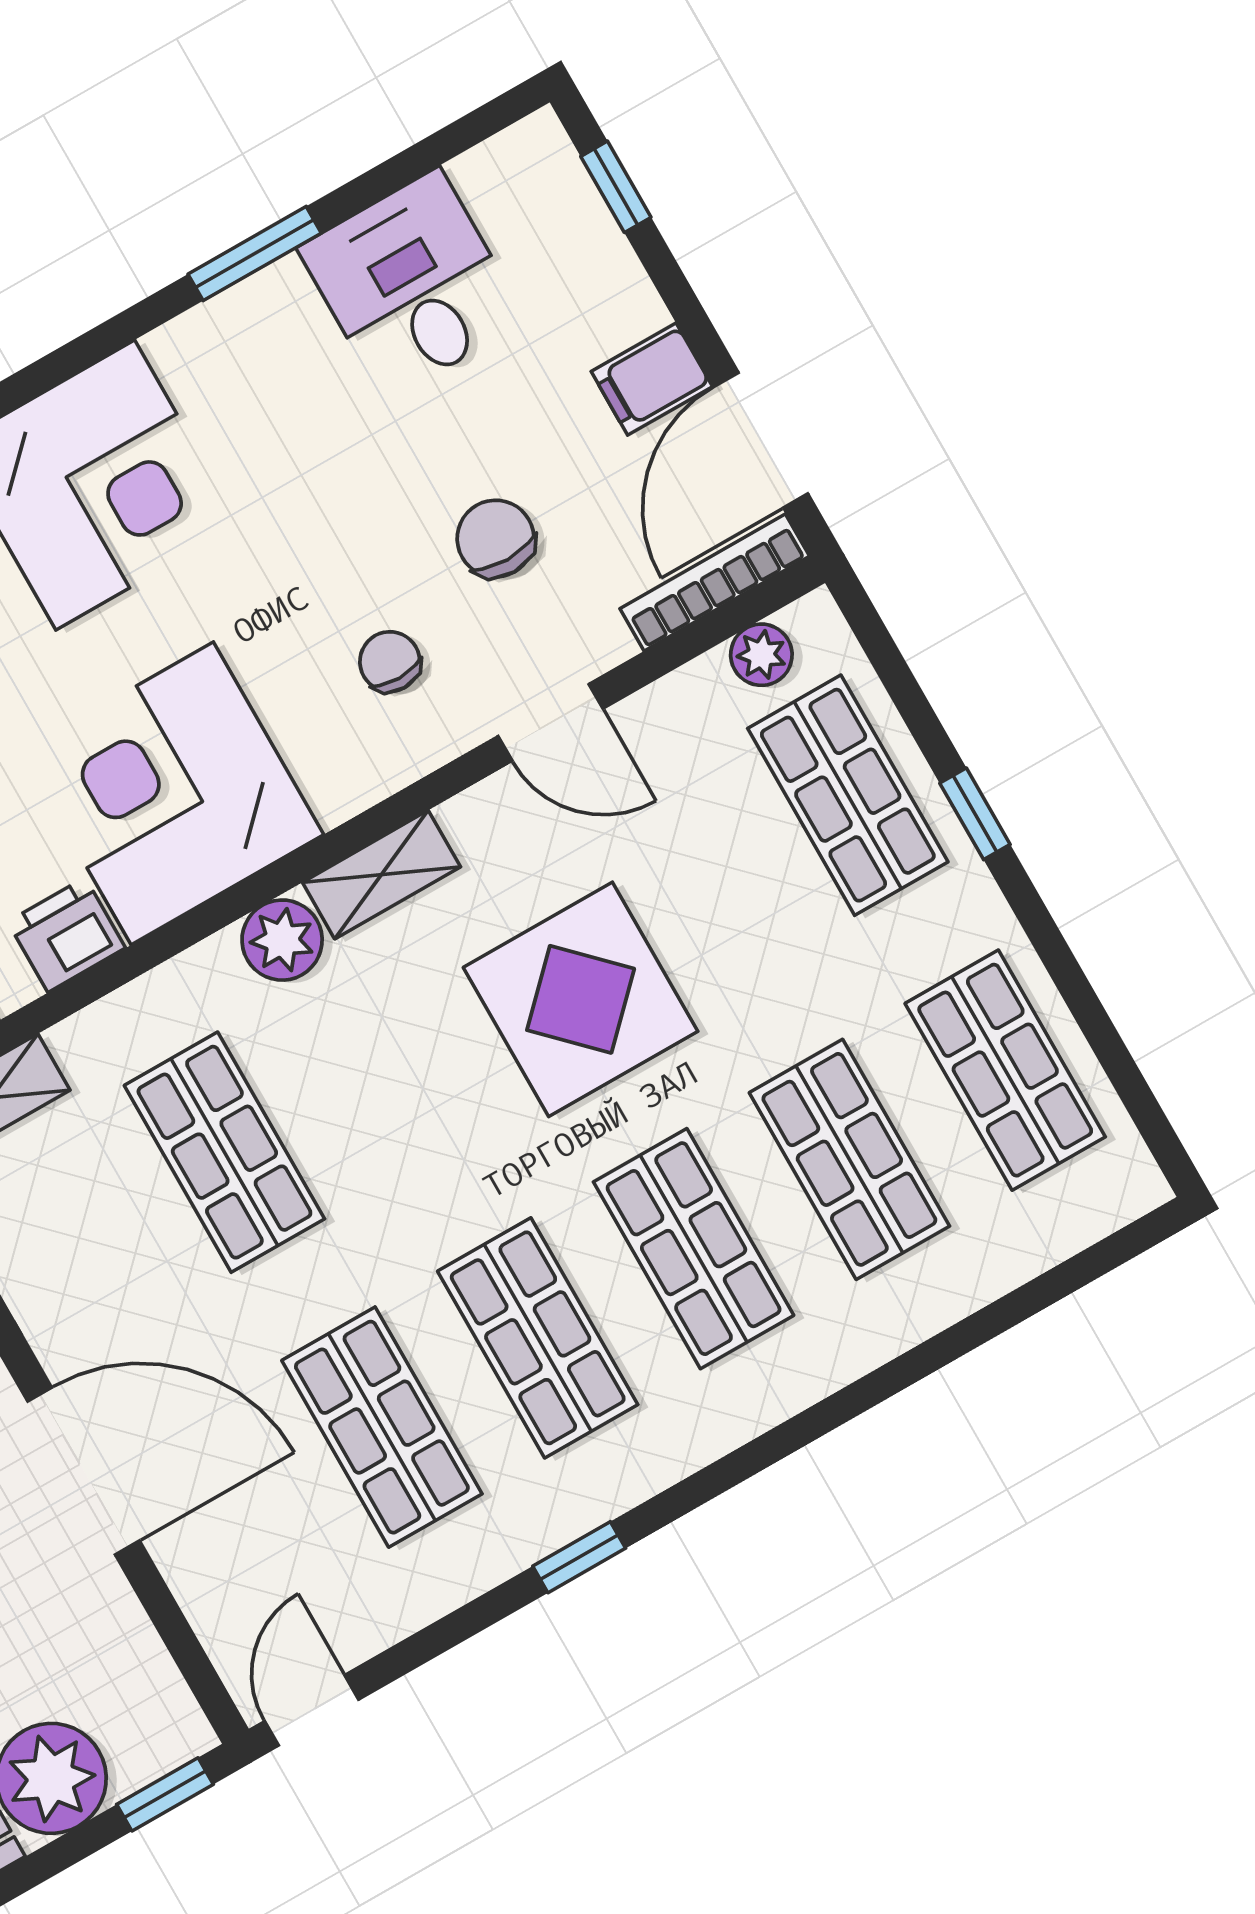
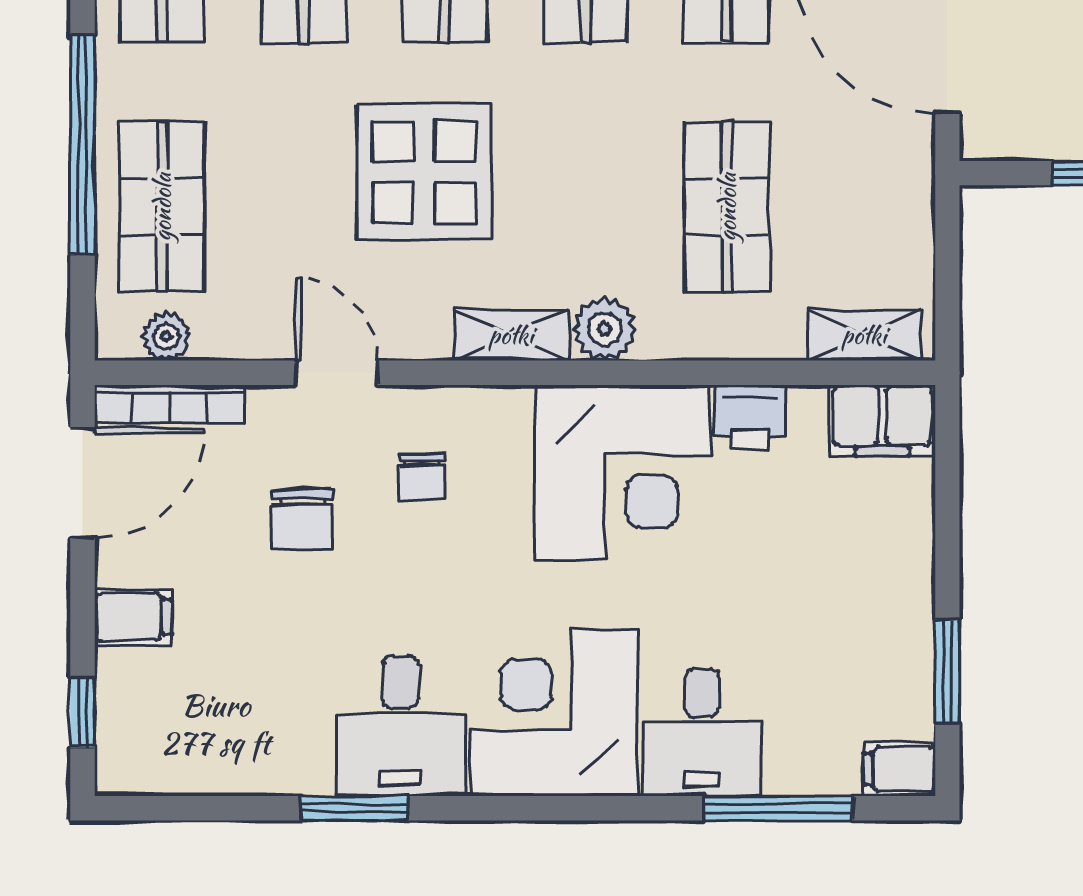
desk: (412, 284) -> (401, 726), moved
filing cabinet: (652, 379) -> (133, 617), moved
window: (975, 814) -> (83, 145), width x3.17

